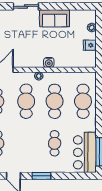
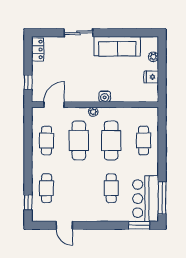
sofa: (55, 18) -> (117, 46), width x1.36
cafe table: (83, 101) -> (144, 140), width x0.73, depth x0.74
window: (41, 176) -> (139, 225), moved

